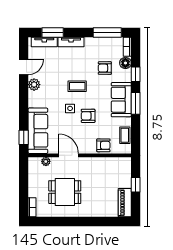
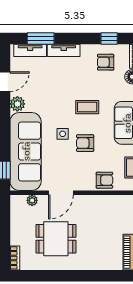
window: (107, 33) -> (109, 39), width x0.46
armchair: (105, 68) -> (106, 62), moved
coffee table: (77, 86) -> (87, 107), moved
sofa: (38, 131) -> (26, 151), width x1.36, depth x1.27
door: (69, 155) -> (61, 193), swing flipped

